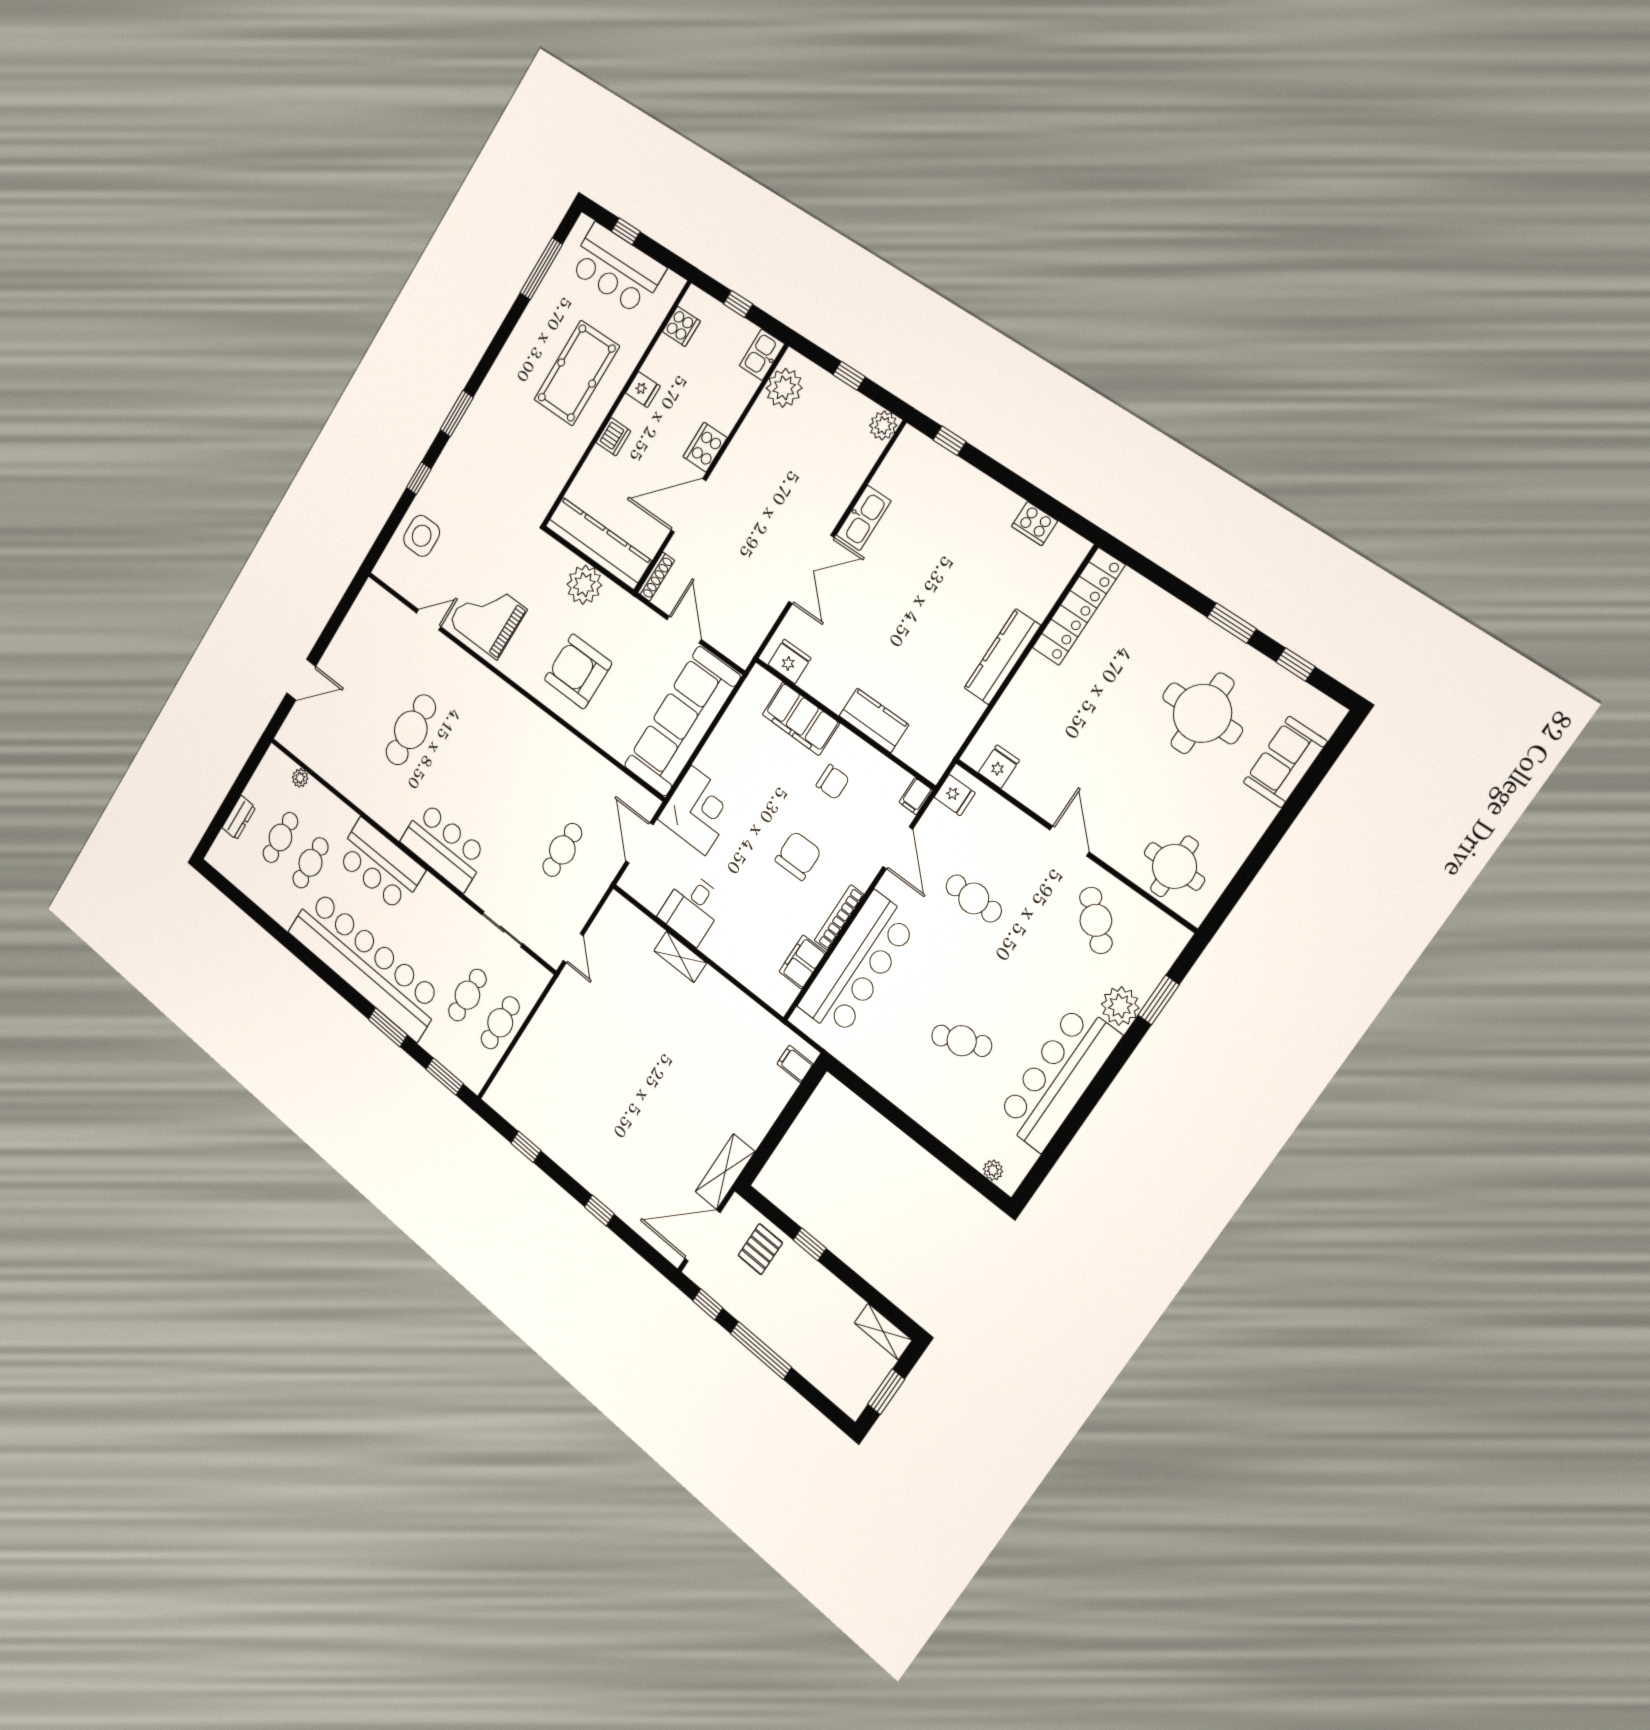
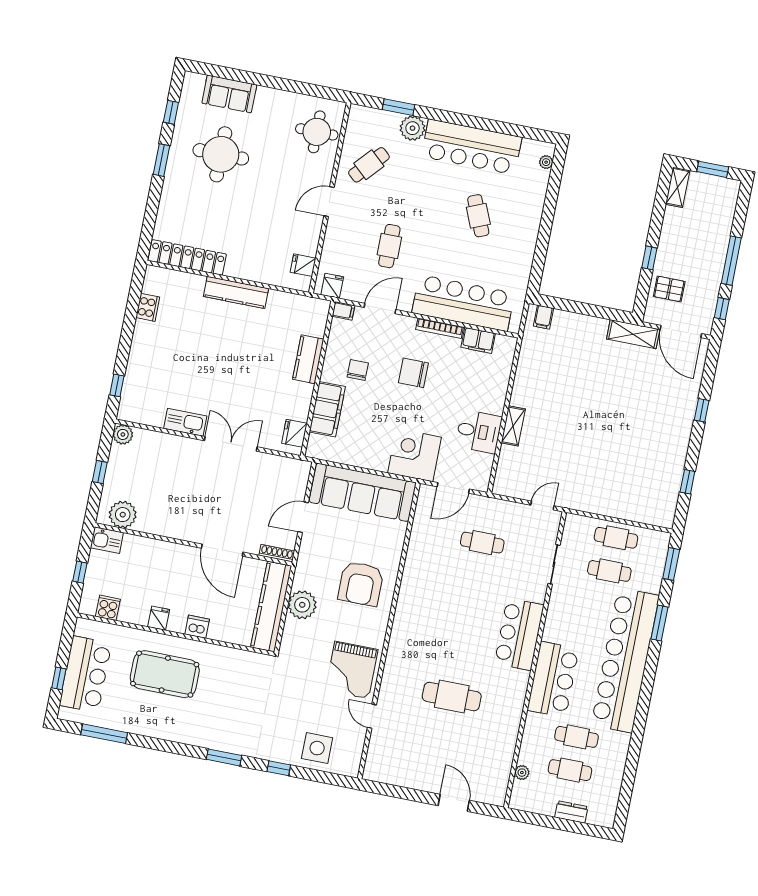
cooker: (705, 447) -> (180, 555), removed

